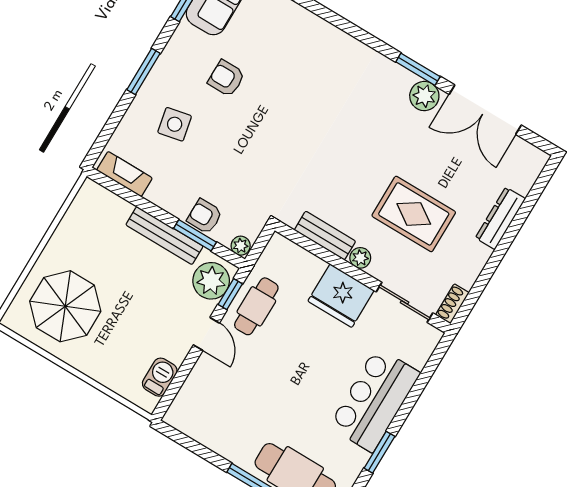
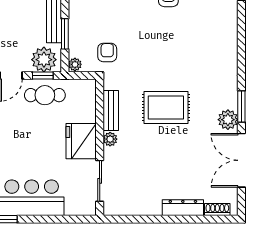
rug: (414, 214) -> (166, 107), moved, turned 90
armchair: (205, 216) -> (107, 52), moved
shoe rack: (452, 304) -> (217, 210), moved

